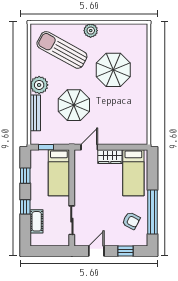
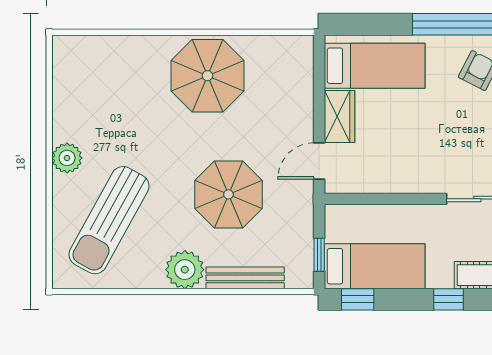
parasol: (113, 70) -> (207, 76), moved
door: (89, 147) -> (319, 161), hinge flipped
bed: (59, 173) -> (375, 266), moved
window: (25, 176) -> (358, 299), moved

